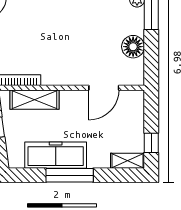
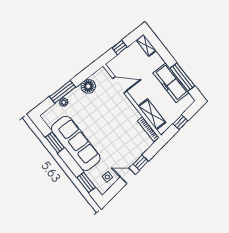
window: (151, 143) -> (119, 47), moved
window: (70, 175) -> (182, 77), moved

